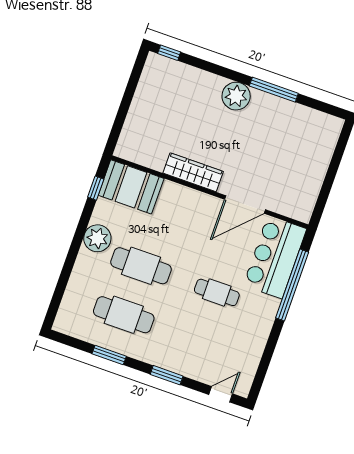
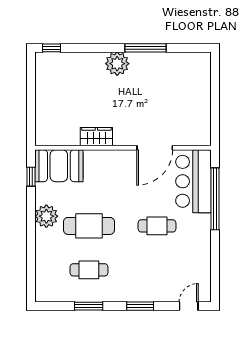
wardrobe: (193, 172) -> (96, 137), width x0.67
cafe table: (124, 315) -> (89, 270), width x0.73, depth x0.74

